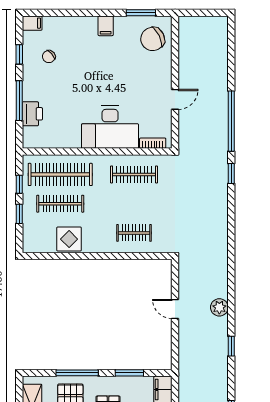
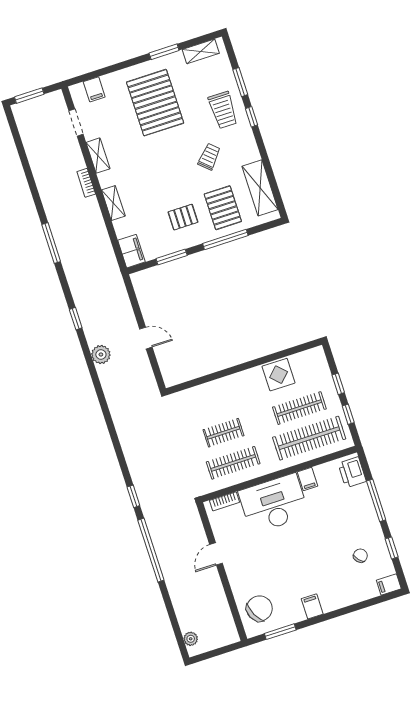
plant: (222, 32) -> (191, 639), added
printer: (32, 114) -> (352, 472), moved
filing cabinet: (73, 139) -> (307, 479), added
clothes rail: (134, 233) -> (223, 433), moved

